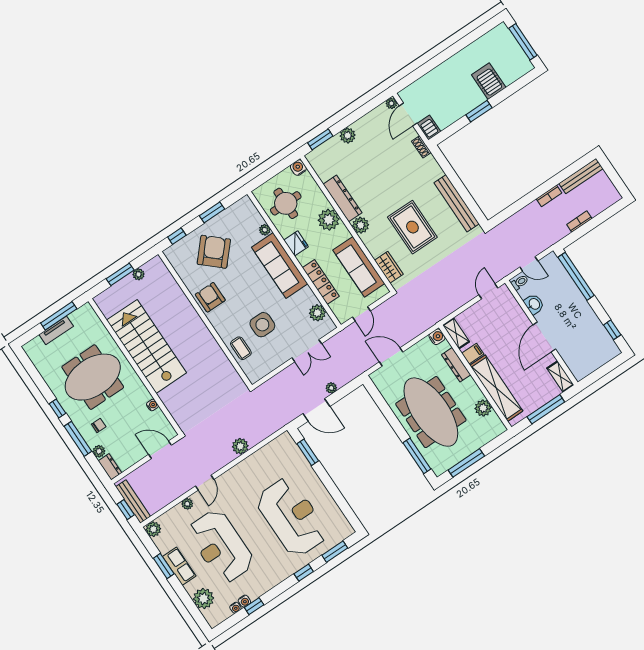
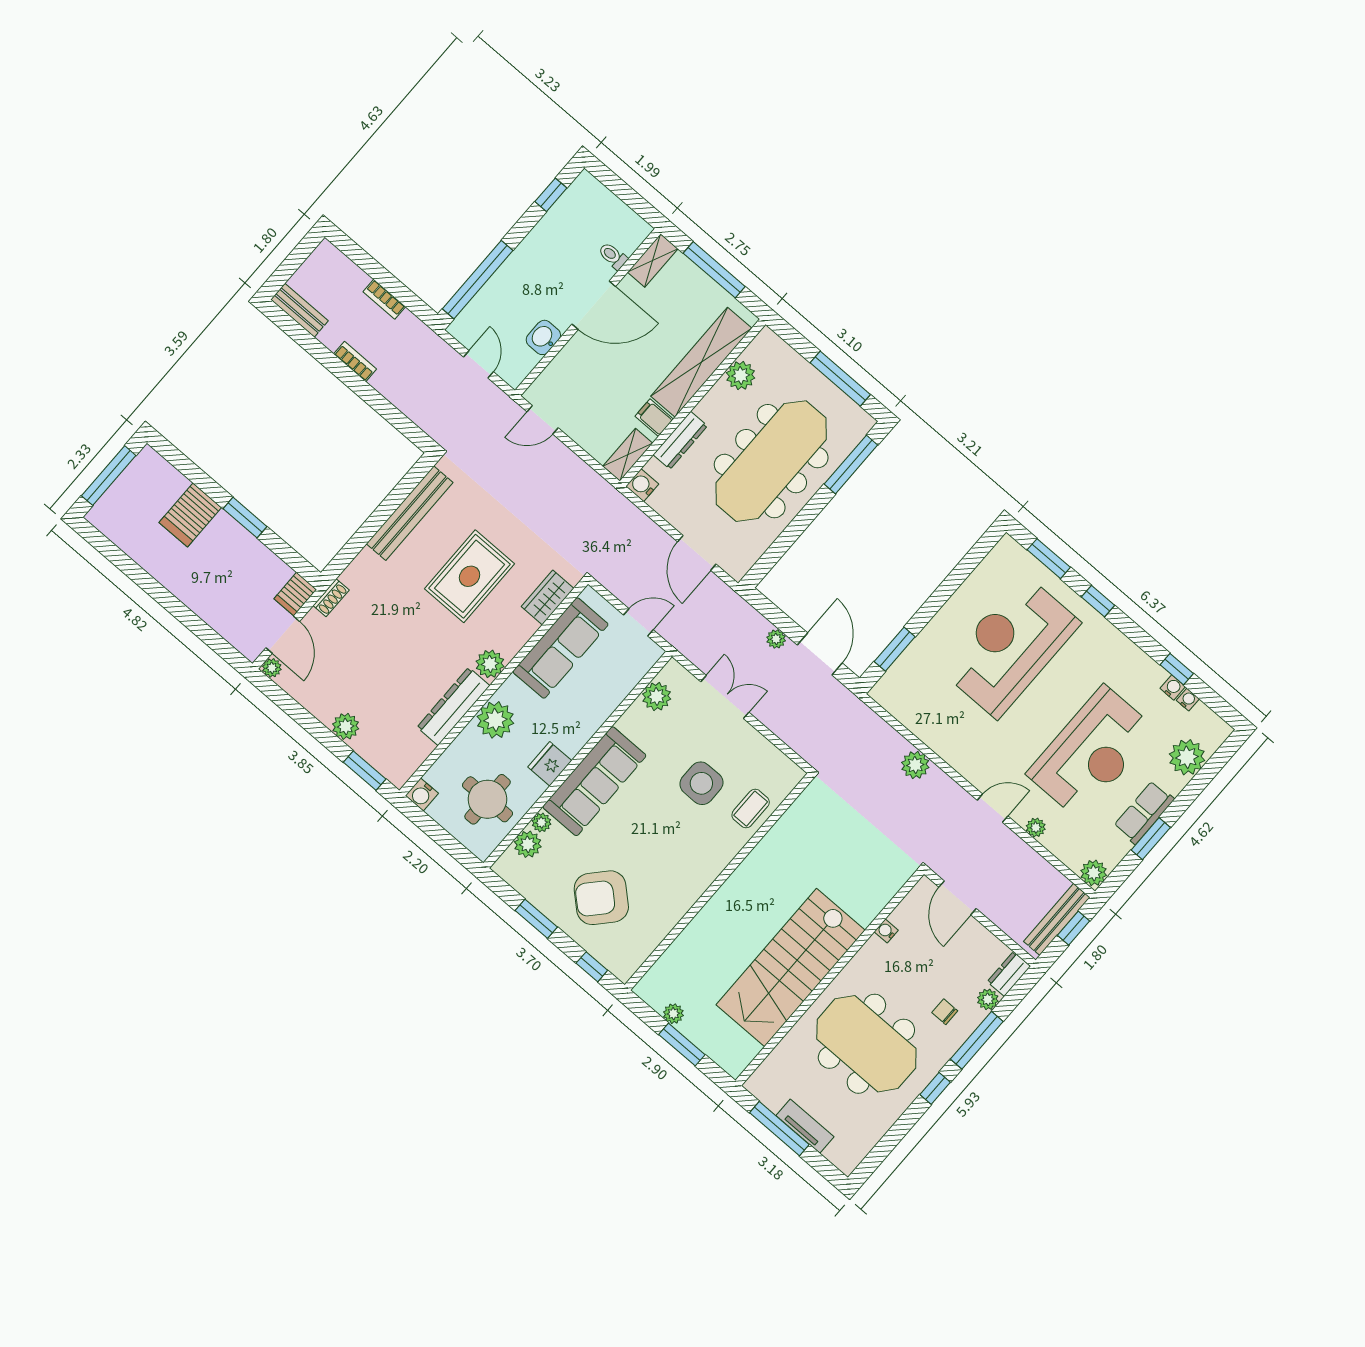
door: (408, 114) -> (283, 635), hinge flipped
bench: (581, 176) -> (299, 310), width x0.73
plant: (255, 219) -> (528, 844), added
locker: (321, 282) -> (603, 705), removed
toilet: (520, 282) -> (613, 256), moved
armchair: (210, 297) -> (679, 883), removed

